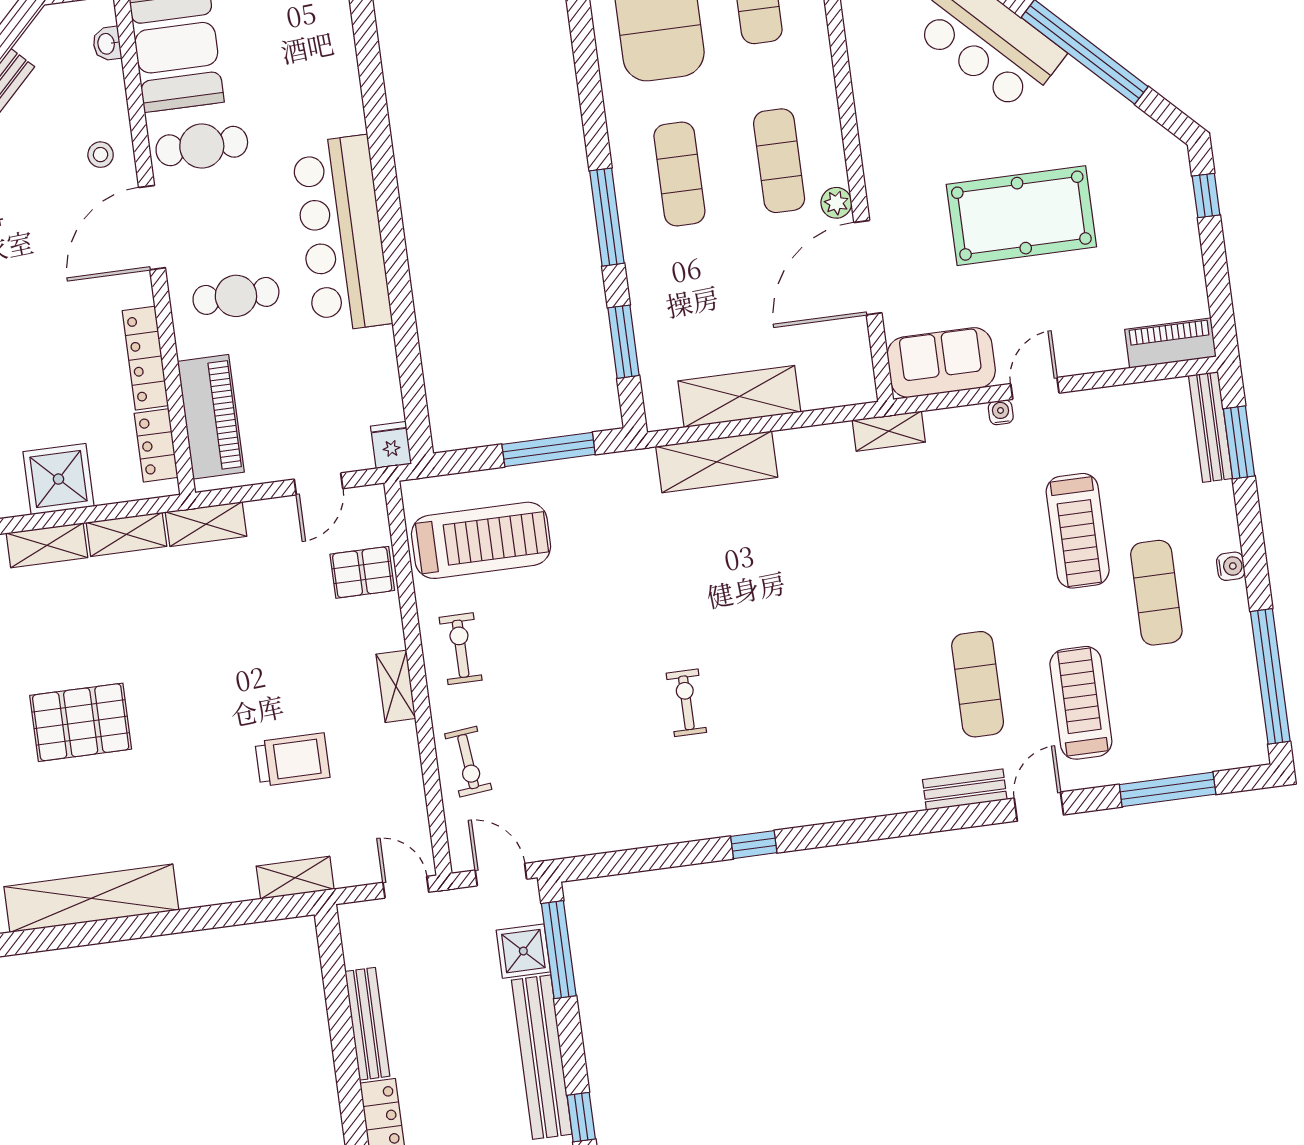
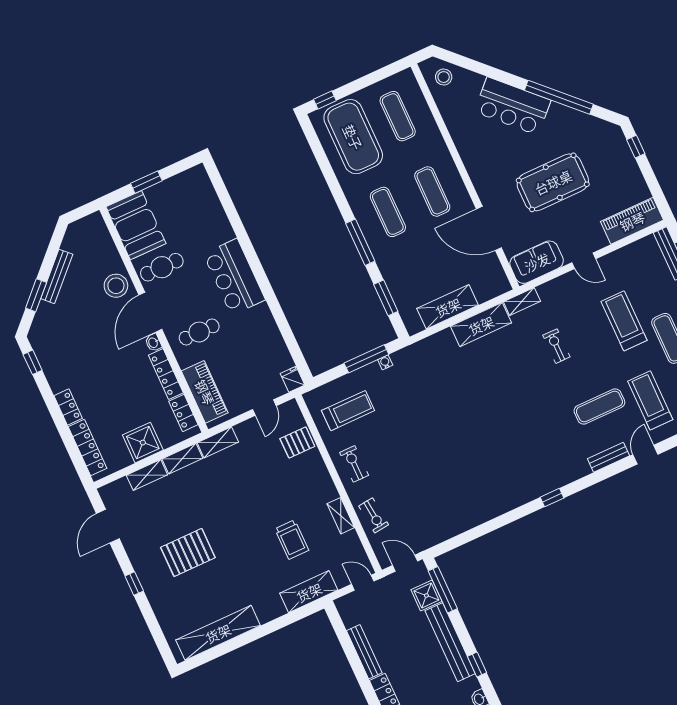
washbasin: (107, 44) -> (153, 343), moved
stool: (101, 155) -> (116, 286), width x1.89, depth x1.89
plant: (836, 203) -> (465, 203), removed
bar counter: (342, 234) -> (234, 277), width x0.73
door: (868, 268) -> (489, 228), hinge flipped
piano: (1170, 343) -> (632, 221), width x1.37, depth x1.33
door: (1035, 388) -> (584, 261), swing flipped
water cooler: (1001, 412) -> (385, 362), moved
shelving: (717, 462) -> (481, 325), moved
treadmill: (1078, 531) -> (624, 321), turned 180
treadmill: (481, 540) -> (348, 411), width x0.73, depth x0.73
exercise mat: (978, 684) -> (599, 406), turned 90
shelving: (396, 686) -> (341, 516), moved
exercise bike: (686, 703) -> (556, 346), moved
trolley: (292, 760) -> (292, 540), turned 90
window: (754, 845) -> (552, 498), moved
shelving: (295, 878) -> (309, 592), width x1.50, depth x1.33

